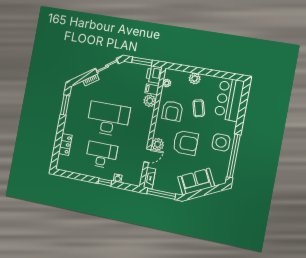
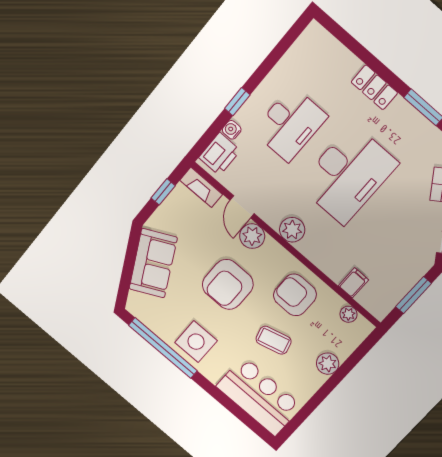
printer: (154, 74) -> (219, 154), moved, turned 90
plant: (150, 101) -> (292, 230), moved
locker: (65, 144) -> (374, 87), moved
window: (161, 194) -> (163, 192), width x0.46

